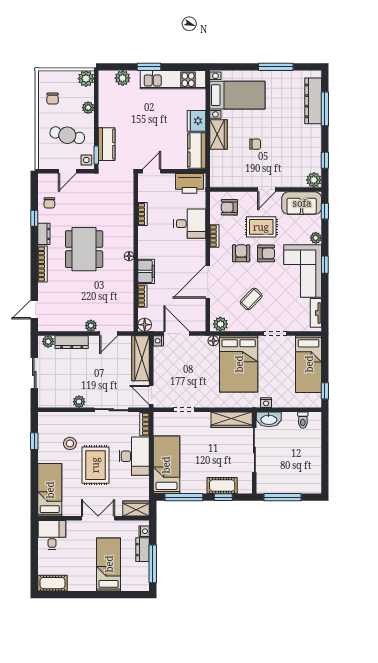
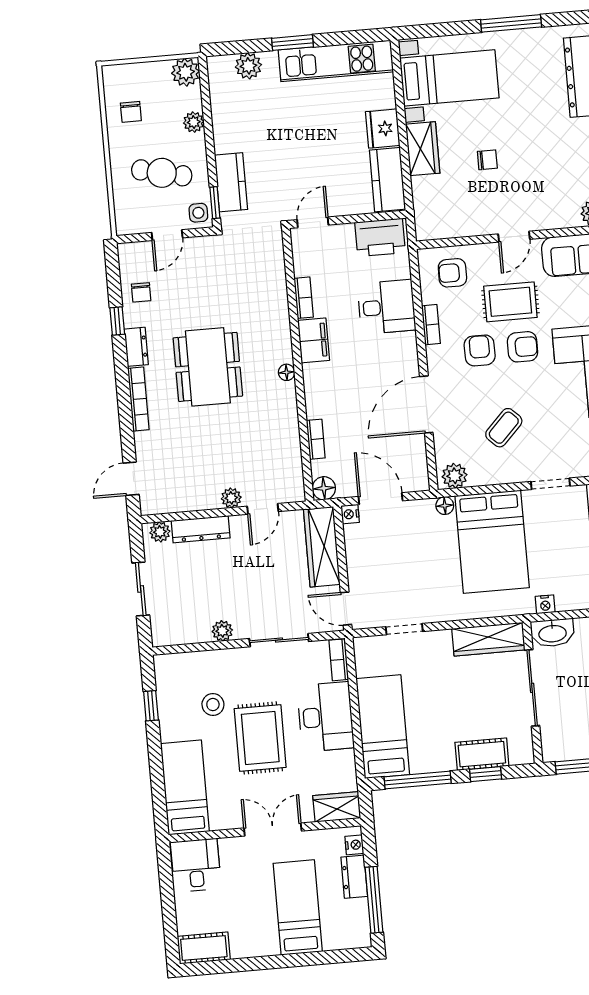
filing cabinet: (146, 271) -> (314, 340), moved

